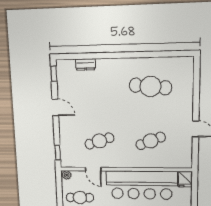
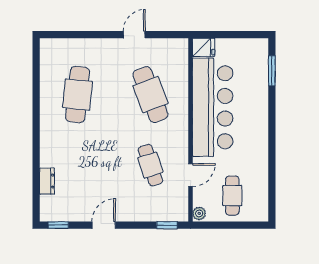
cafe table: (151, 141) -> (150, 95), width x1.37, depth x1.35

